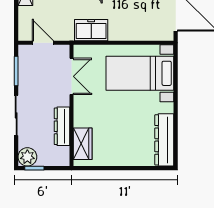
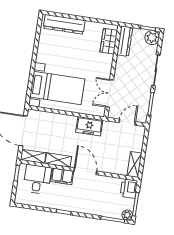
door: (43, 43) -> (127, 122), swing flipped
dresser: (62, 126) -> (125, 41), moved
dresser: (164, 140) -> (64, 24), moved, turned 90

